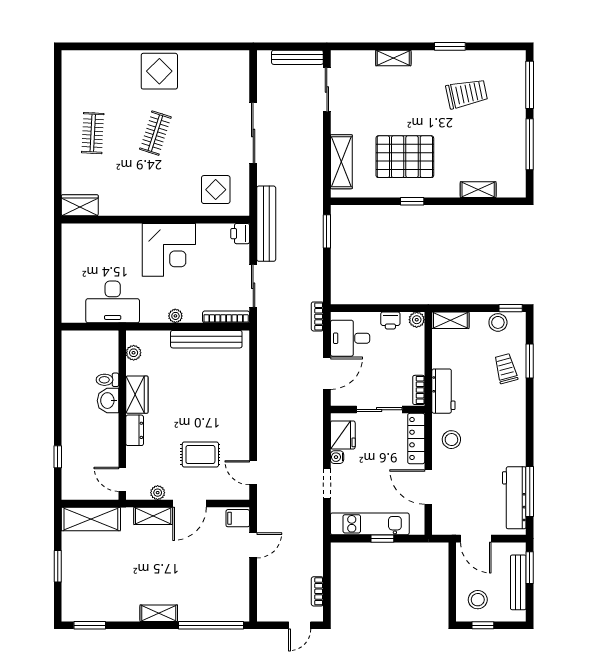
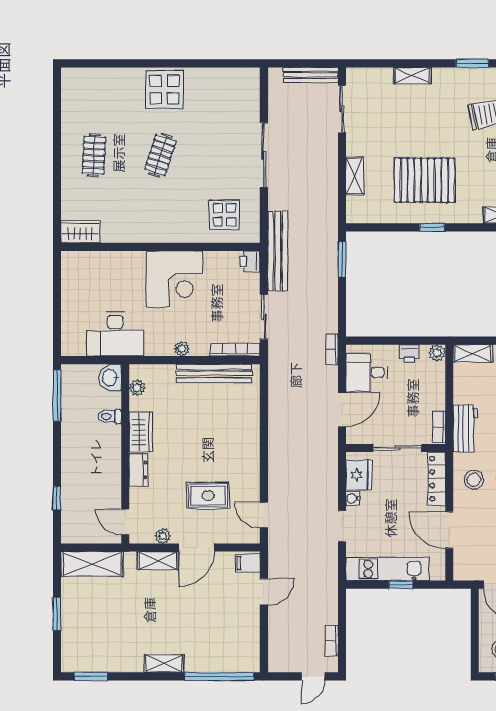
shelving: (341, 162) -> (354, 176), width x0.67, depth x0.75
window: (58, 360) -> (57, 395), added
washbasin: (108, 401) -> (110, 378), moved

